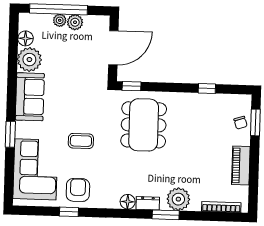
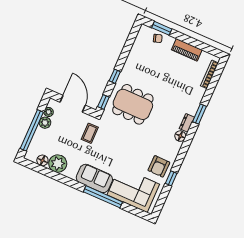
plant: (60, 20) -> (49, 112), moved
window: (207, 88) -> (115, 76), moved
sofa: (30, 97) -> (94, 178), moved
window: (10, 134) -> (103, 197), width x2.11
coffee table: (81, 141) -> (90, 133), moved
armchair: (78, 190) -> (159, 166), turned -89
plant: (178, 199) -> (192, 101), removed

